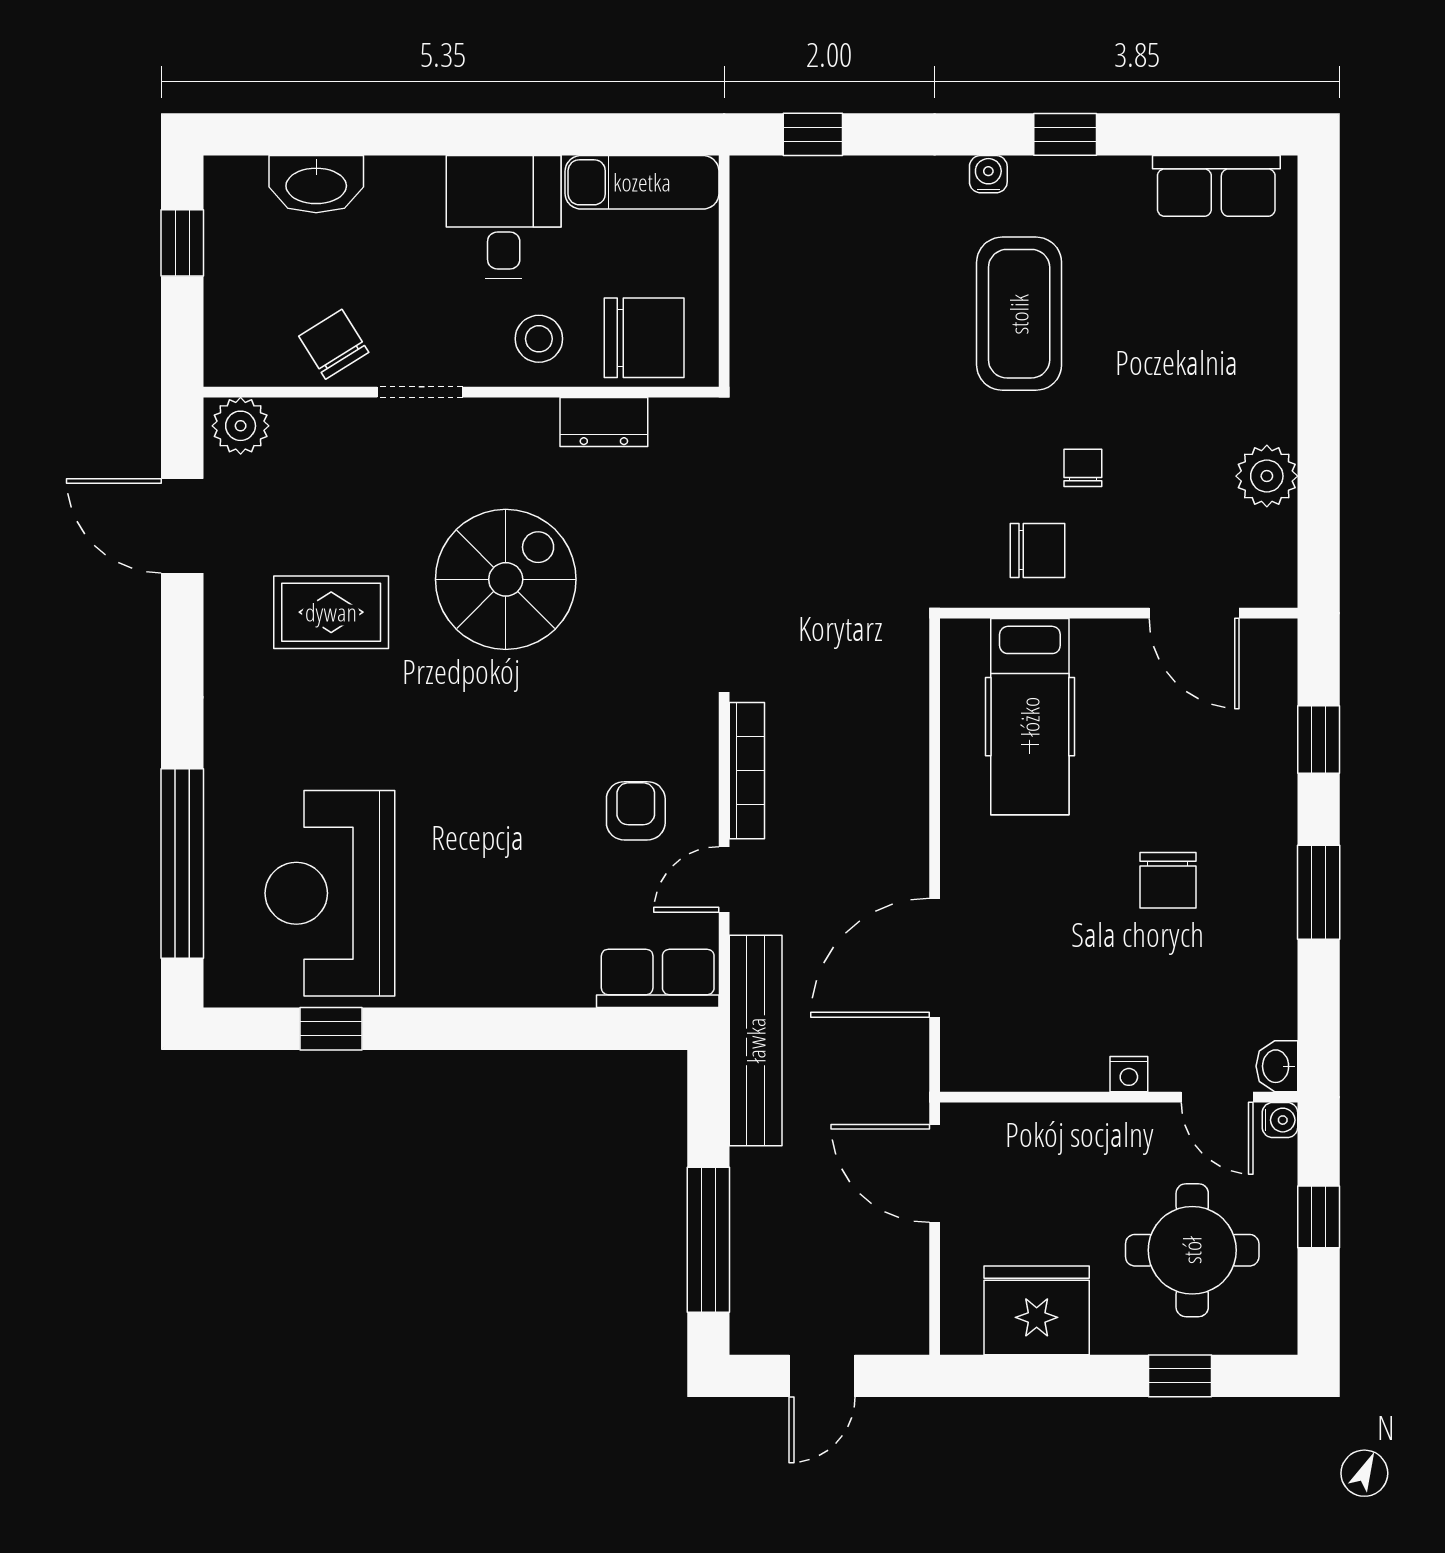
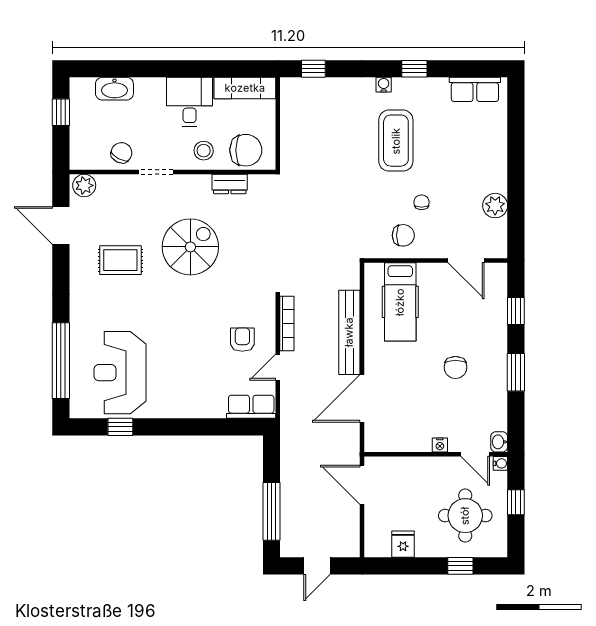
chair: (334, 344) -> (121, 153), turned 60
bench: (756, 1040) -> (349, 332), moved
fridge: (1037, 1310) -> (403, 544), width x0.53, depth x0.75

